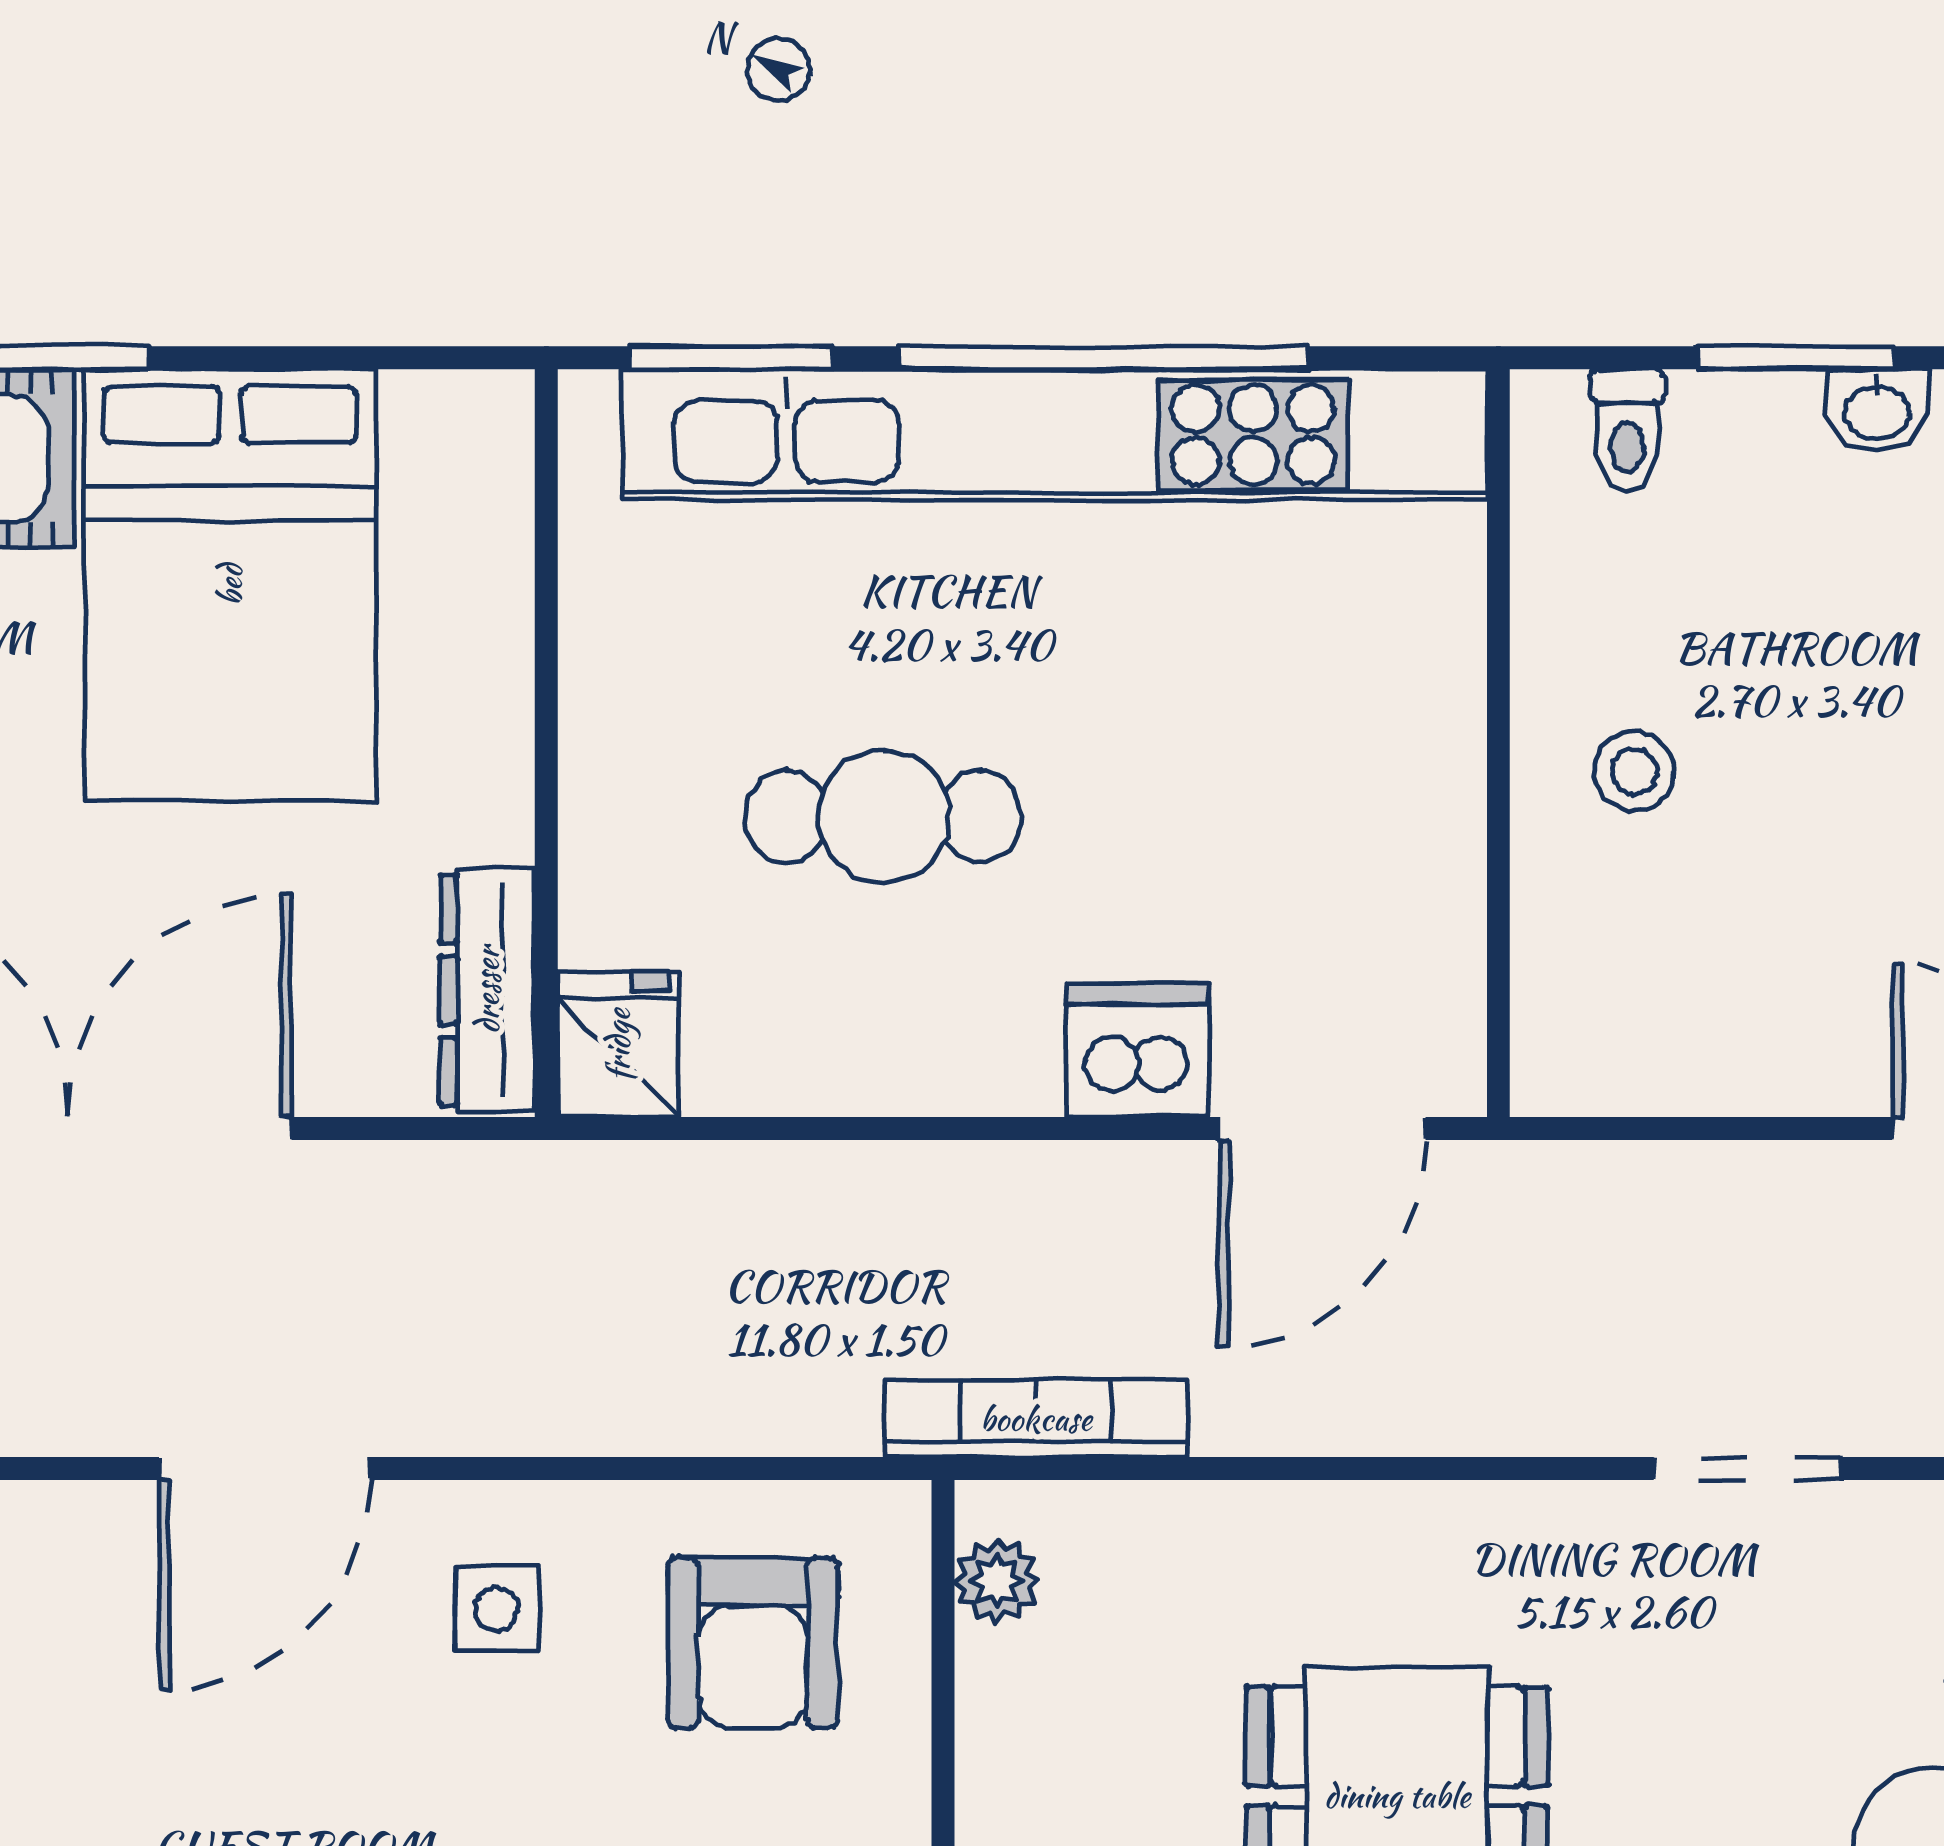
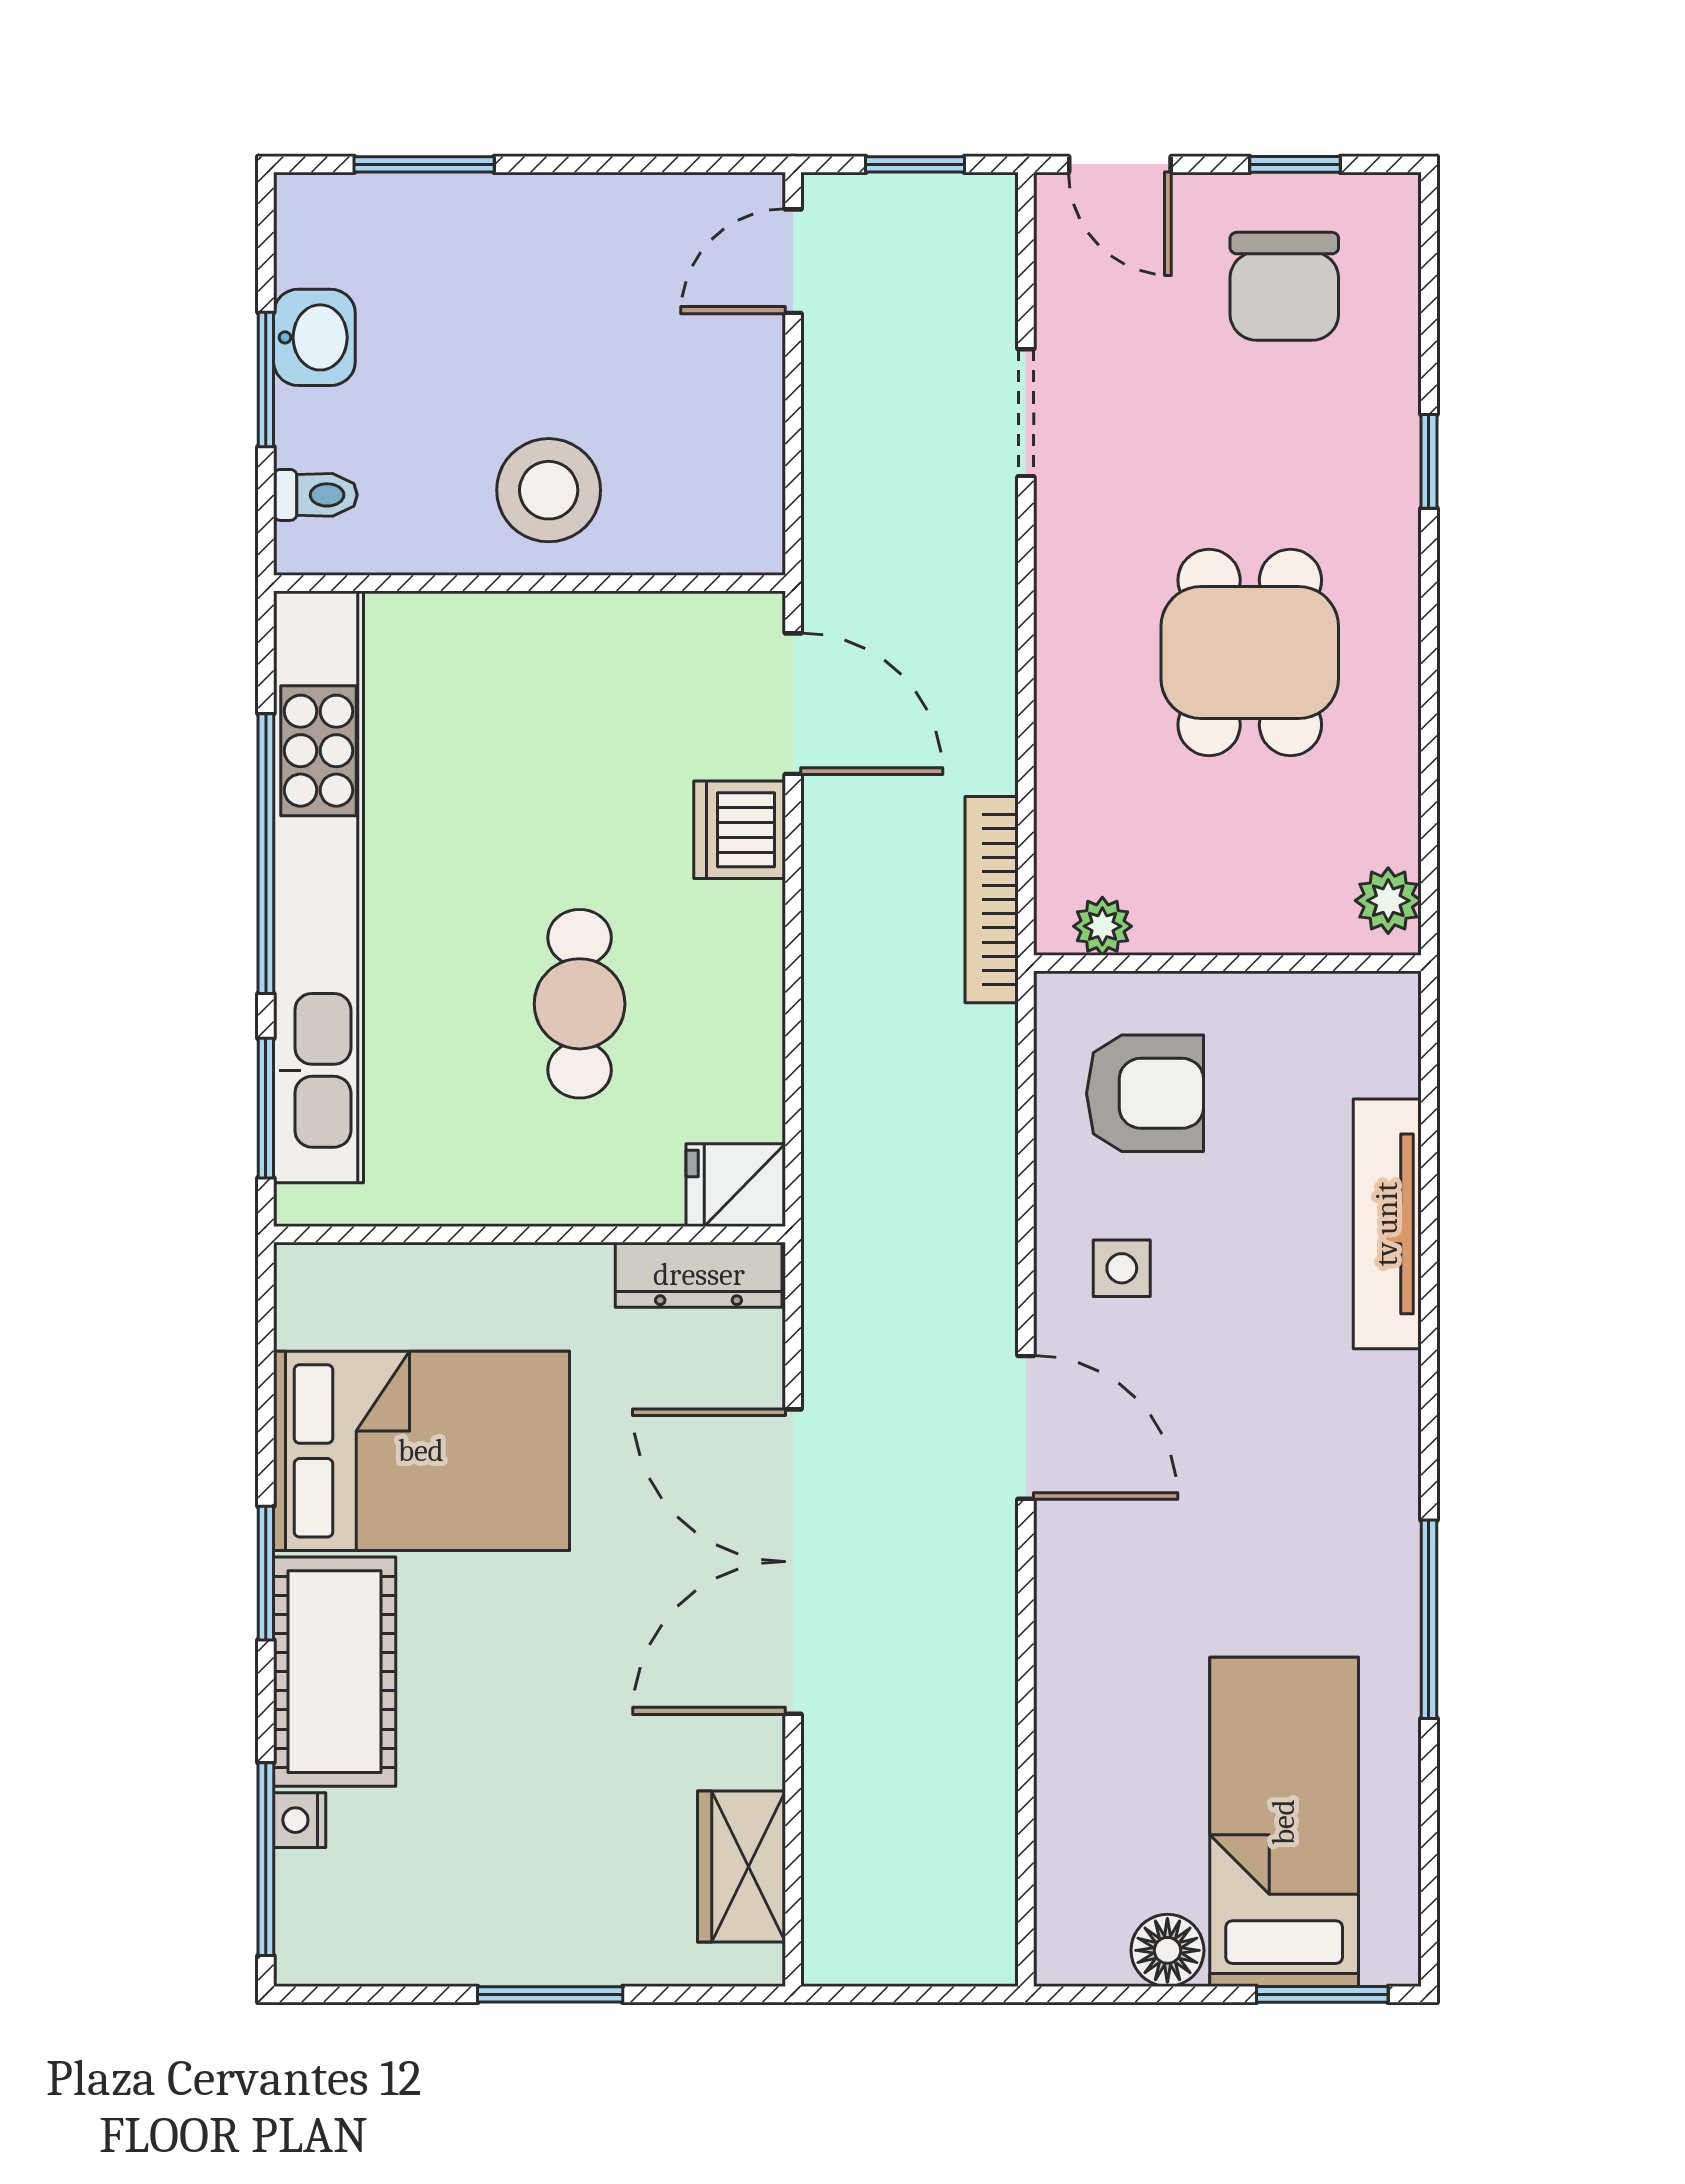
washbasin: (1877, 410) -> (314, 337), width x1.38, depth x1.45
stool: (1634, 771) -> (549, 490), width x1.89, depth x1.89

